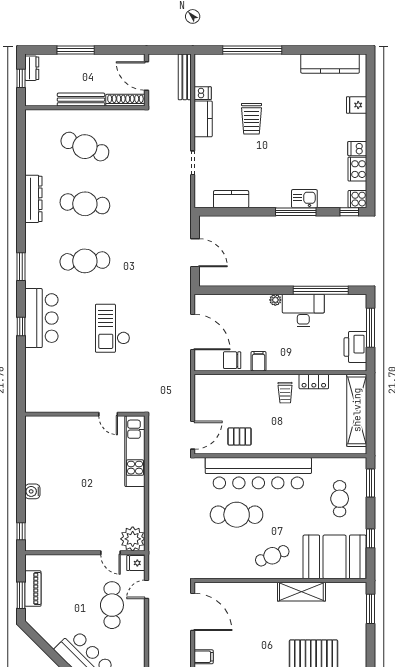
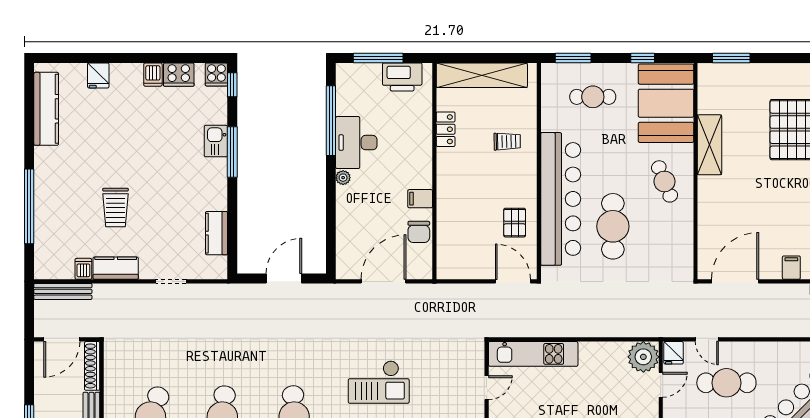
trolley: (251, 119) -> (115, 208), turned 90
trolley: (285, 393) -> (507, 141), moved

